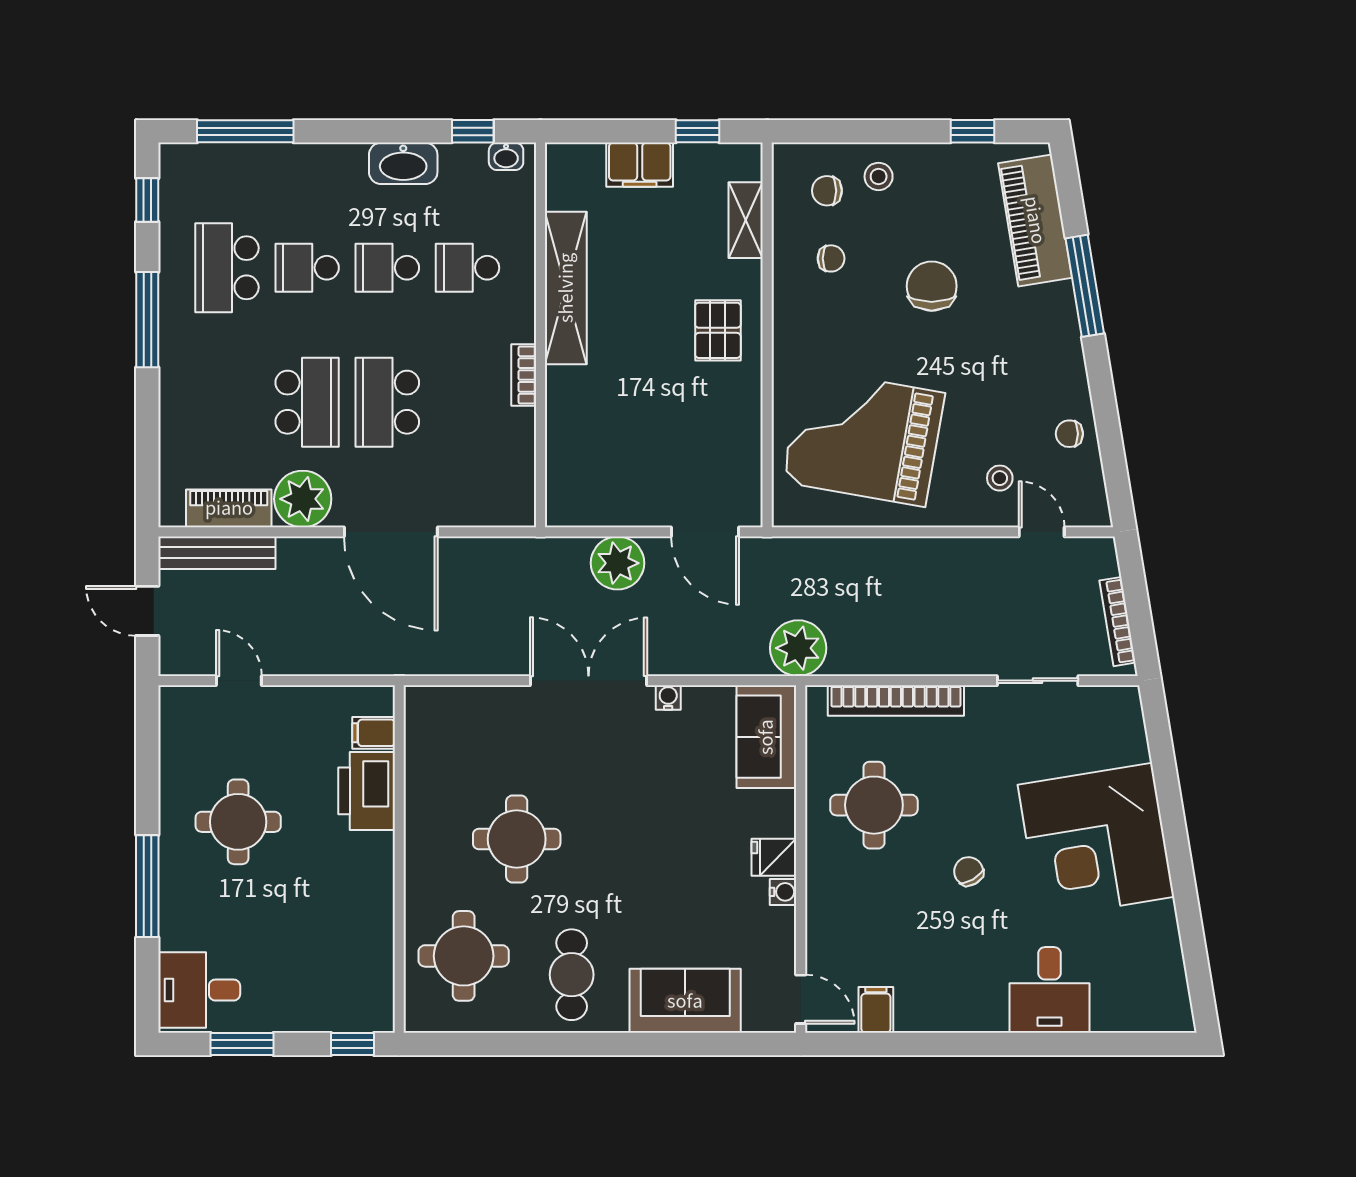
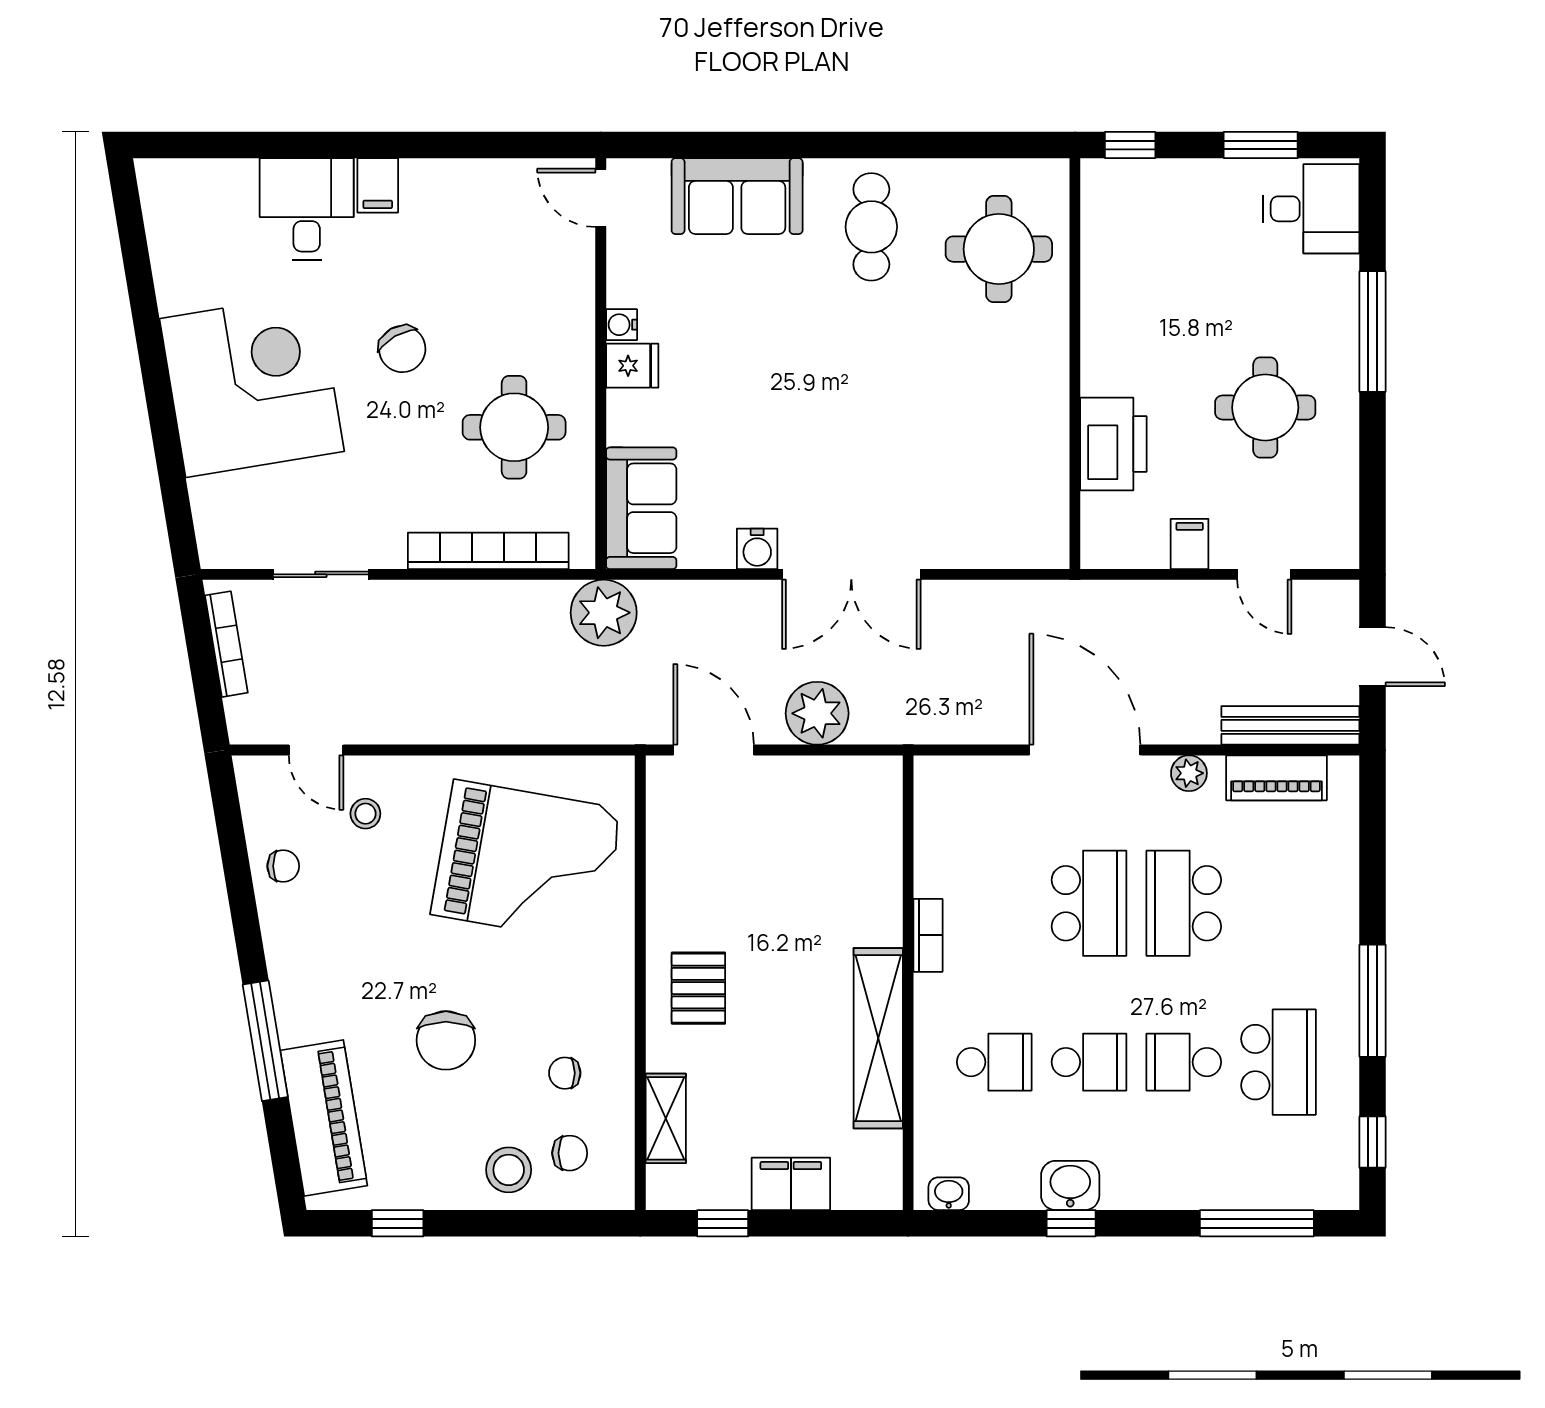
window: (473, 131) -> (1071, 1223), moved
washbasin: (403, 163) -> (1070, 1185), width x0.72
stool: (879, 176) -> (509, 1170), width x1.37, depth x1.37
school desk: (307, 268) -> (1184, 1062), turned 180
plant: (303, 499) -> (1189, 773), width x0.53, depth x0.53
water cooler: (668, 697) -> (757, 549), width x1.38, depth x1.38
filing cabinet: (374, 733) -> (1190, 544), moved, turned -90
round table: (517, 839) -> (936, 387), removed
chair: (969, 871) -> (402, 349), width x1.37, depth x1.37
filing cabinet: (876, 1010) -> (378, 185), moved

